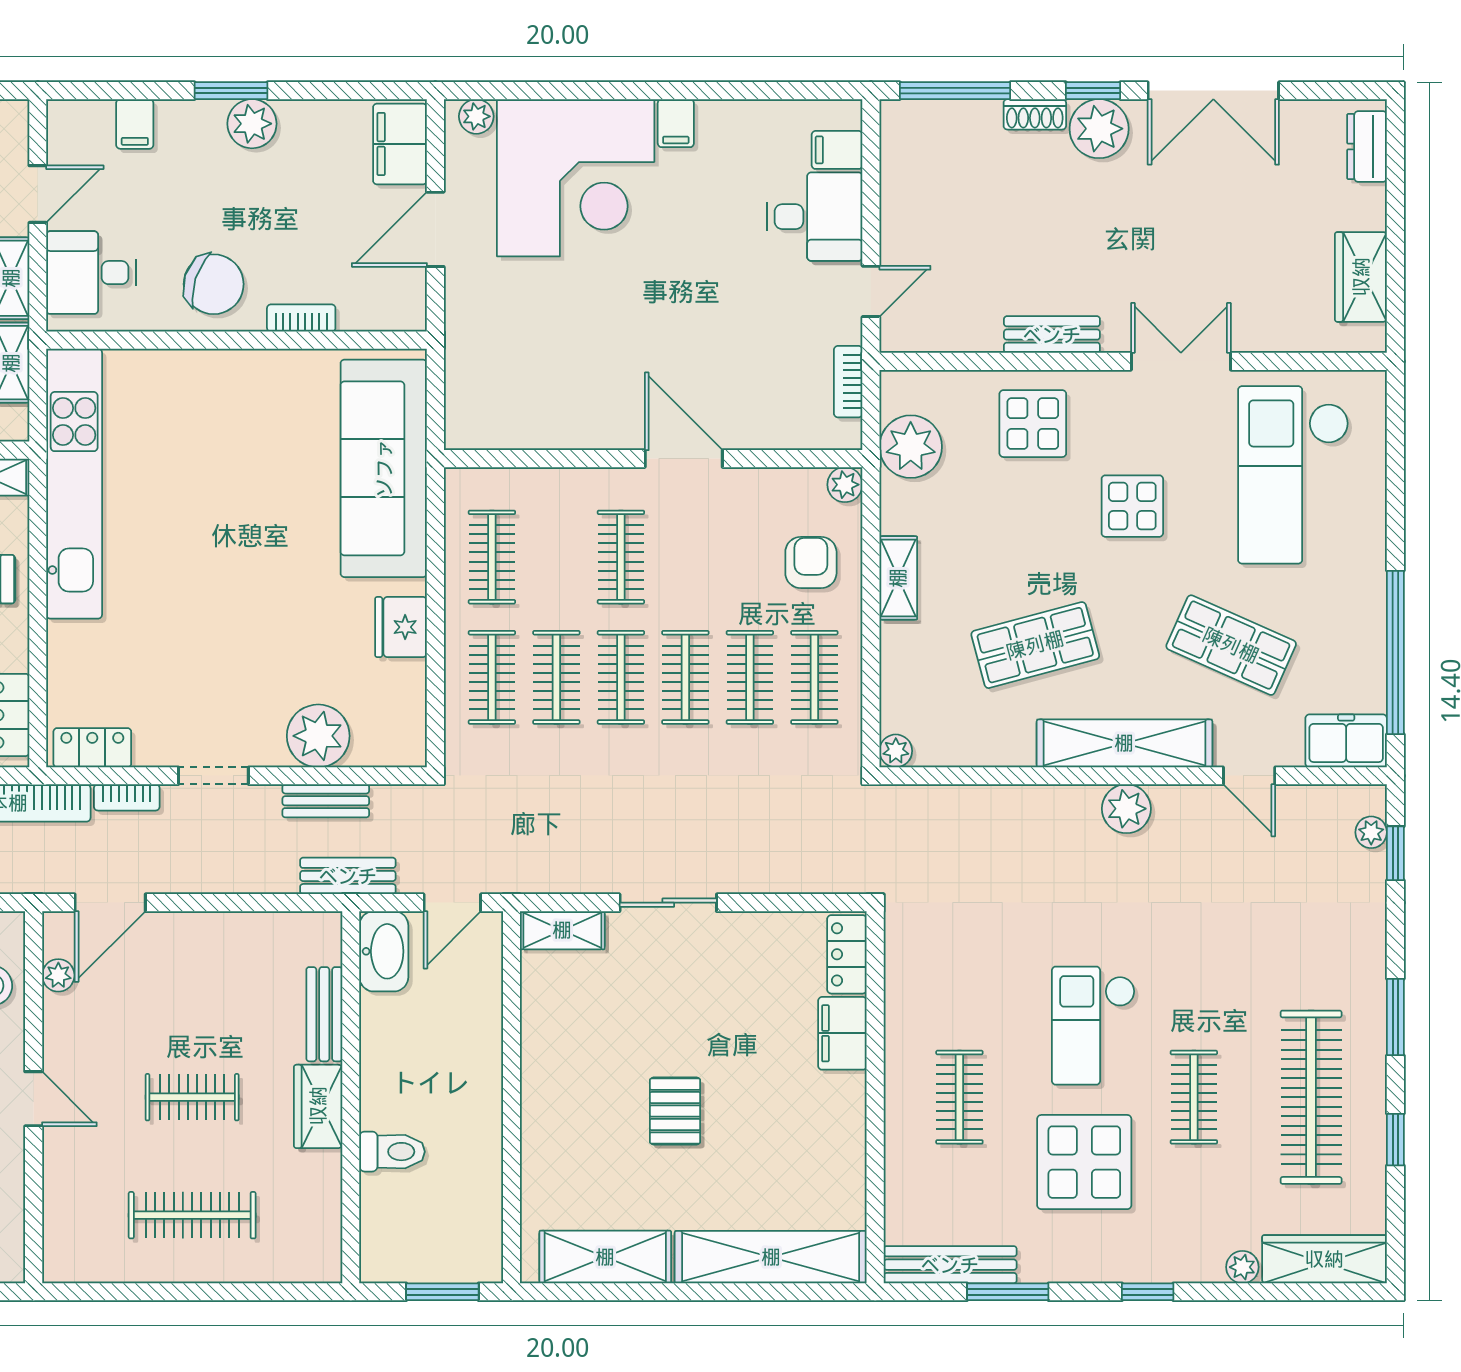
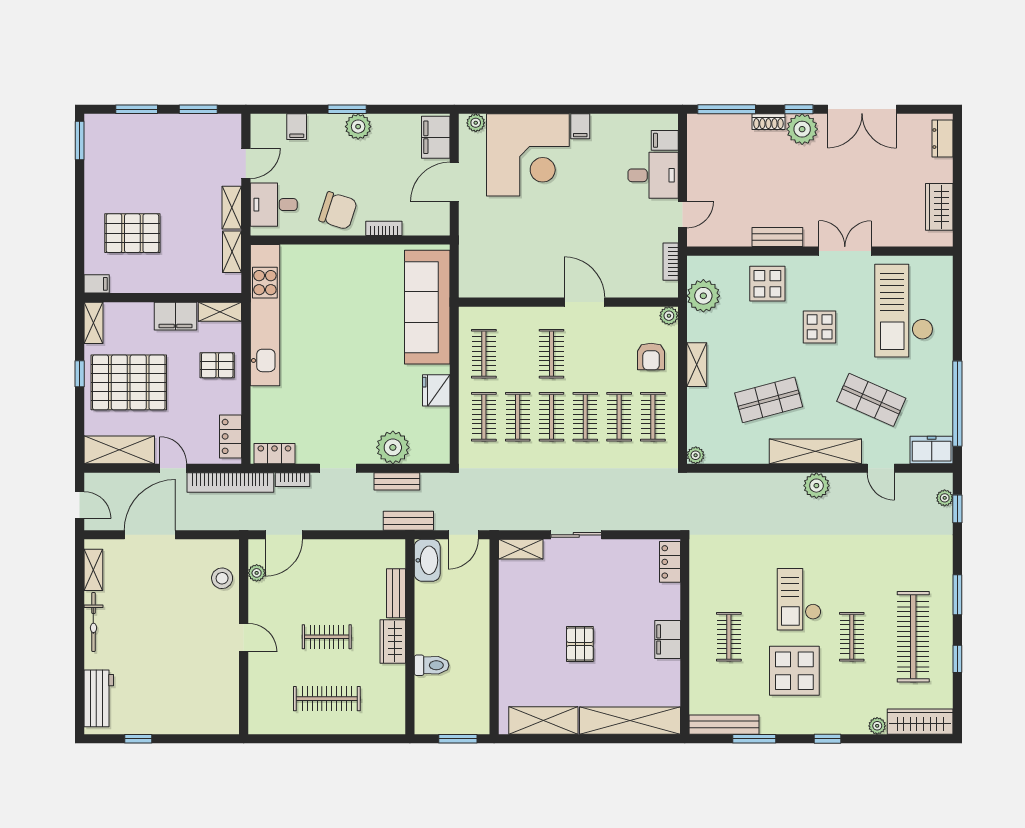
armchair: (811, 563) -> (651, 357), turned 180
filing cabinet: (842, 1033) -> (668, 639), moved

